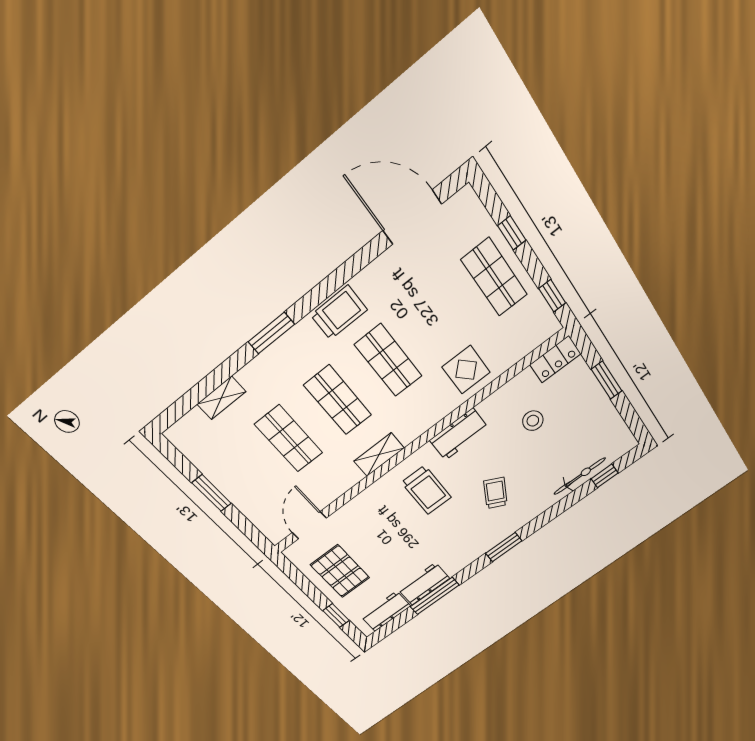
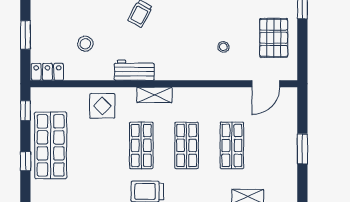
shop shelf: (494, 277) -> (51, 145), width x1.43, depth x1.36
shelving: (379, 455) -> (154, 95), moved
trolley: (426, 490) -> (180, 50), removed
stool: (383, 526) -> (223, 47), added

